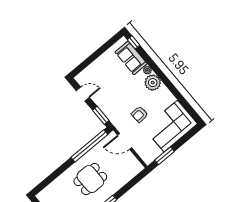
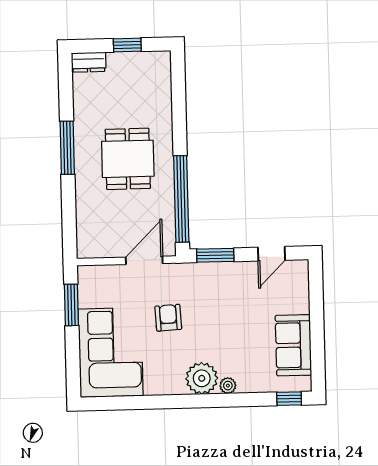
sofa: (131, 58) -> (293, 345), moved, turned -90

